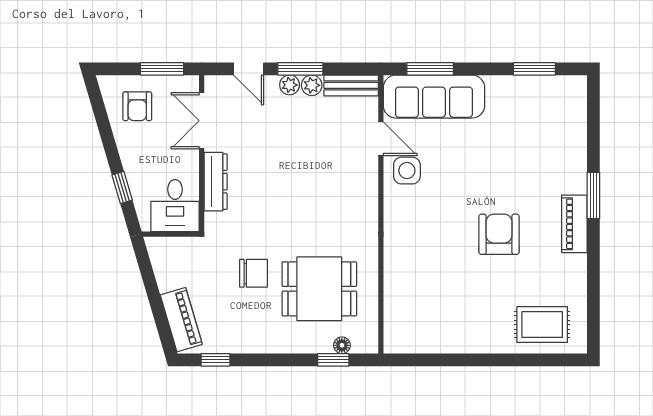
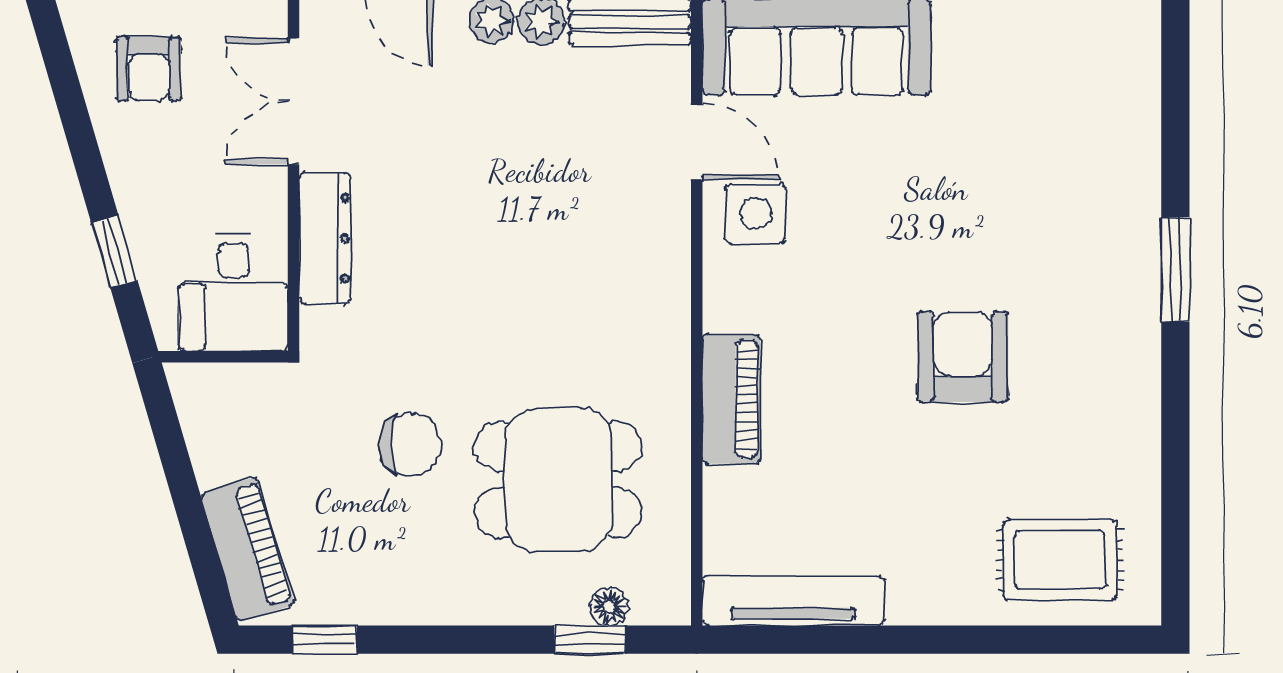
piano: (574, 224) -> (731, 399), moved, turned 180
tv unit: (424, 343) -> (793, 601), added

